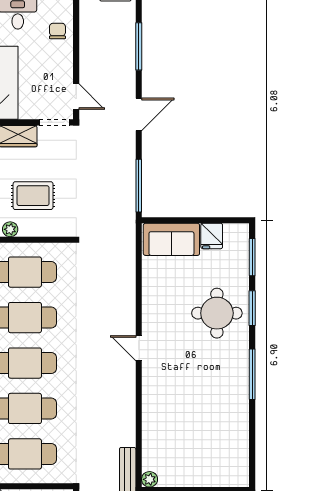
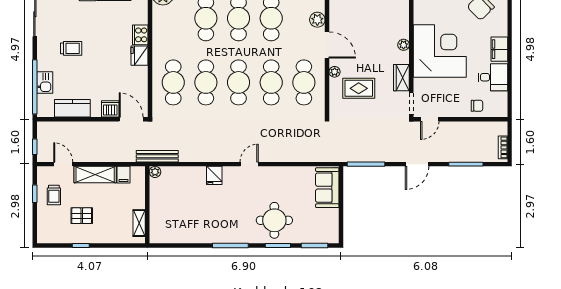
door: (139, 114) -> (417, 164), hinge flipped
rug: (33, 196) -> (359, 88), turned 90
fridge: (212, 236) -> (214, 175), moved, turned -90

